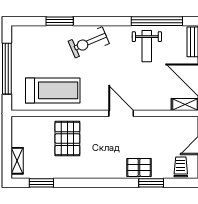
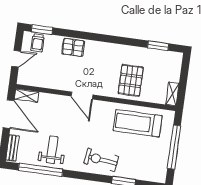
exercise bike: (89, 42) -> (101, 160), turned -150
shelving: (17, 161) -> (172, 94), moved
window: (151, 183) -> (42, 30), moved

